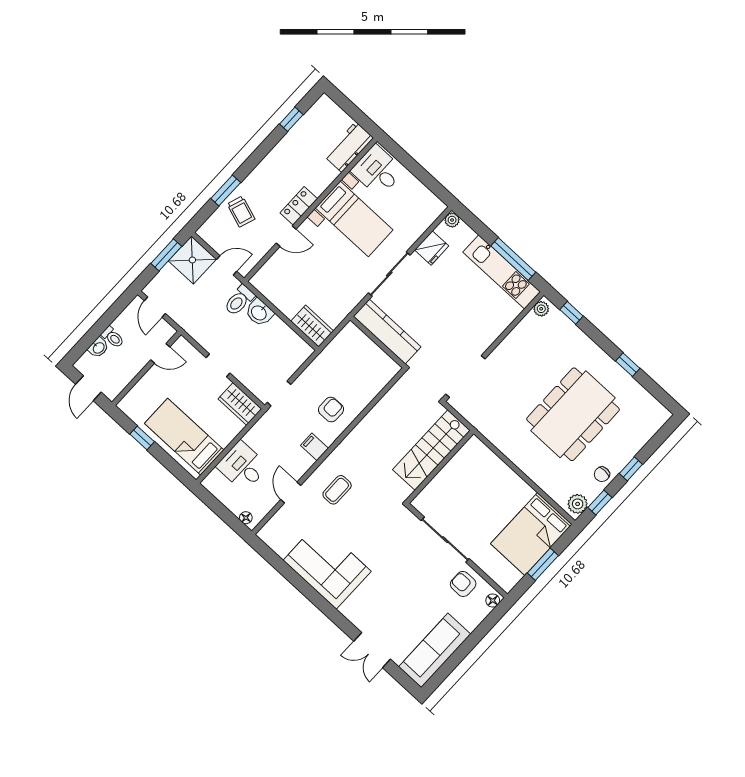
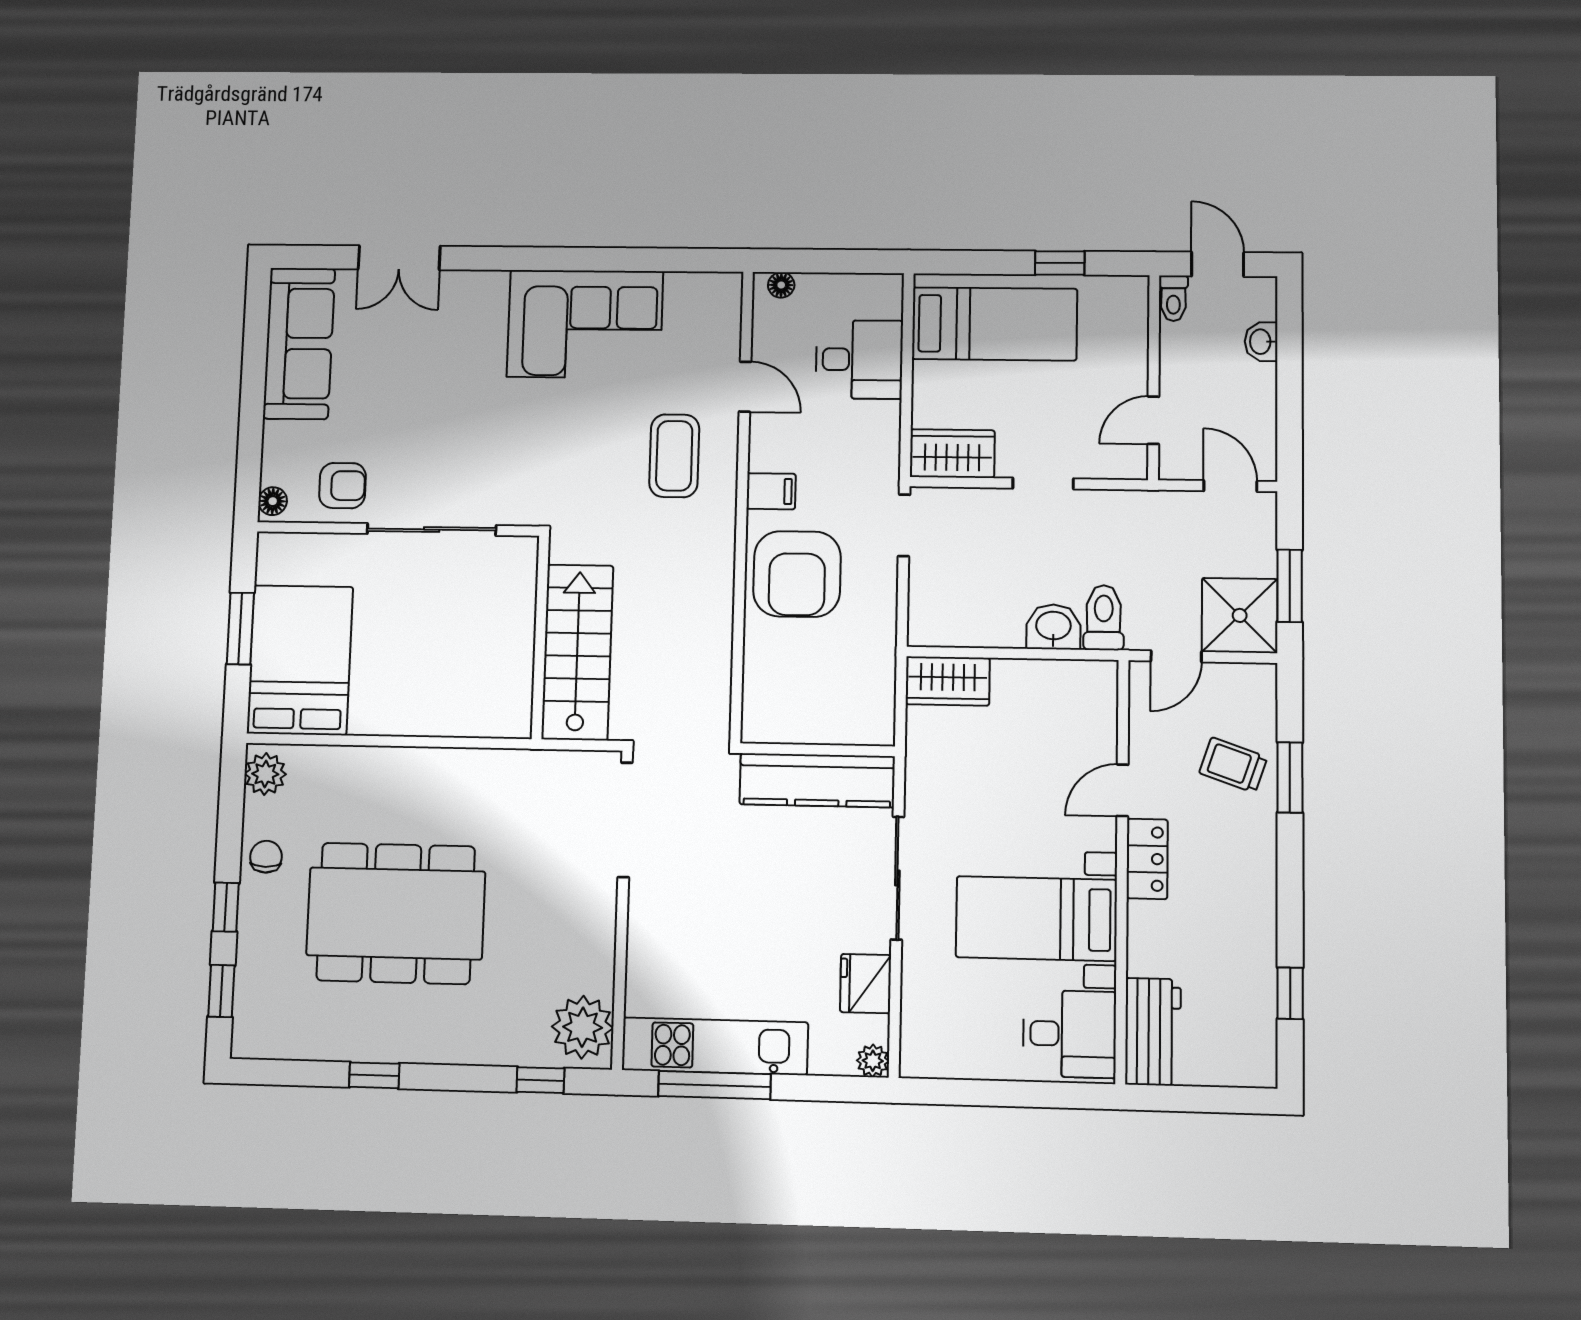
plant: (541, 309) -> (583, 1027), width x1.87, depth x1.87
toilet: (113, 337) -> (1173, 298), moved, turned -90
armchair: (331, 410) -> (797, 574), width x1.88, depth x1.88
dining table: (573, 414) -> (396, 913), turned 90
coffee table: (337, 490) -> (674, 456), width x1.36, depth x1.30
window: (600, 502) -> (221, 991), moved
double door: (372, 650) -> (399, 258), swing flipped

